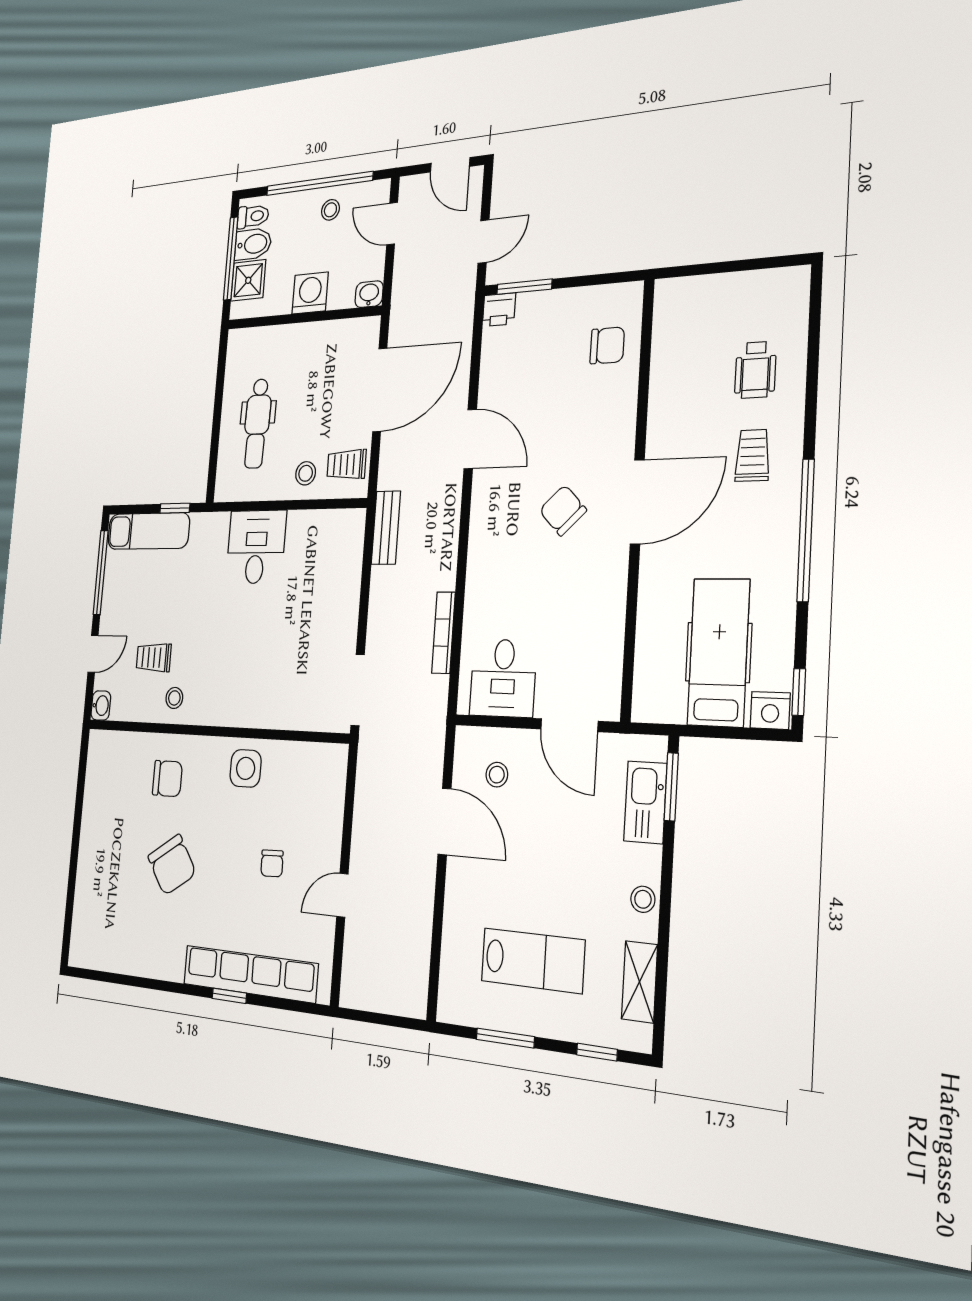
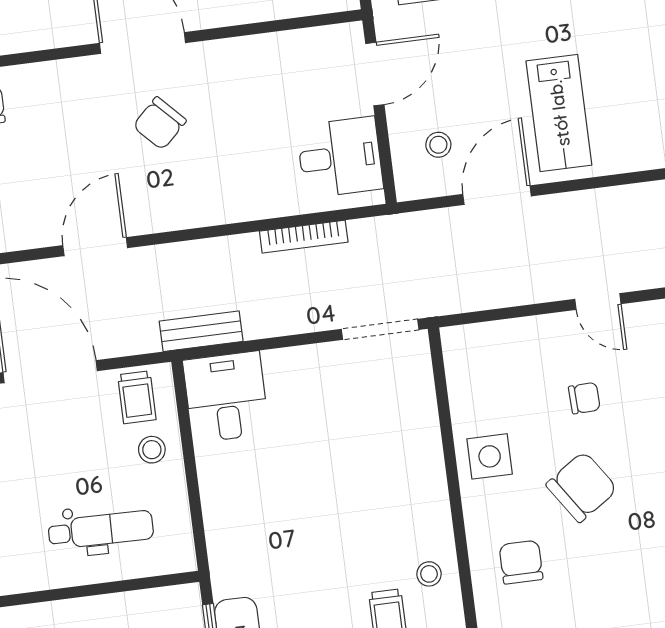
desk: (256, 547) -> (226, 397), moved, turned 90
chair: (172, 865) -> (582, 487), moved
lab bench: (533, 961) -> (559, 113), moved, turned 180

